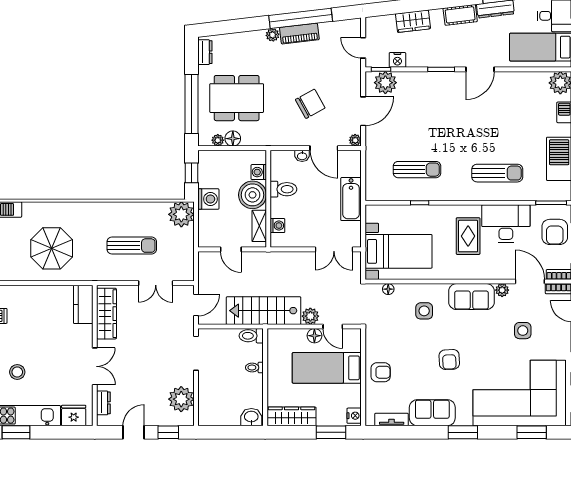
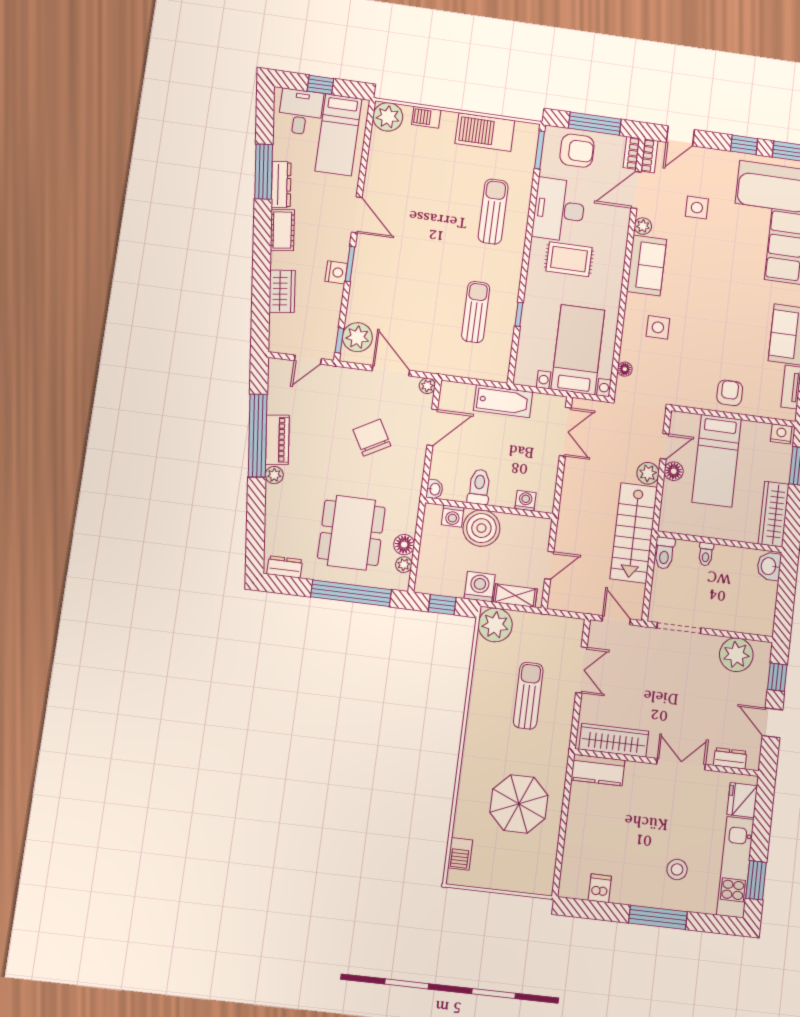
nightstand: (397, 60) -> (336, 272), moved
washbasin: (302, 156) -> (435, 489), moved
shelving: (259, 226) -> (515, 596), moved
armchair: (449, 360) -> (723, 304), removed

